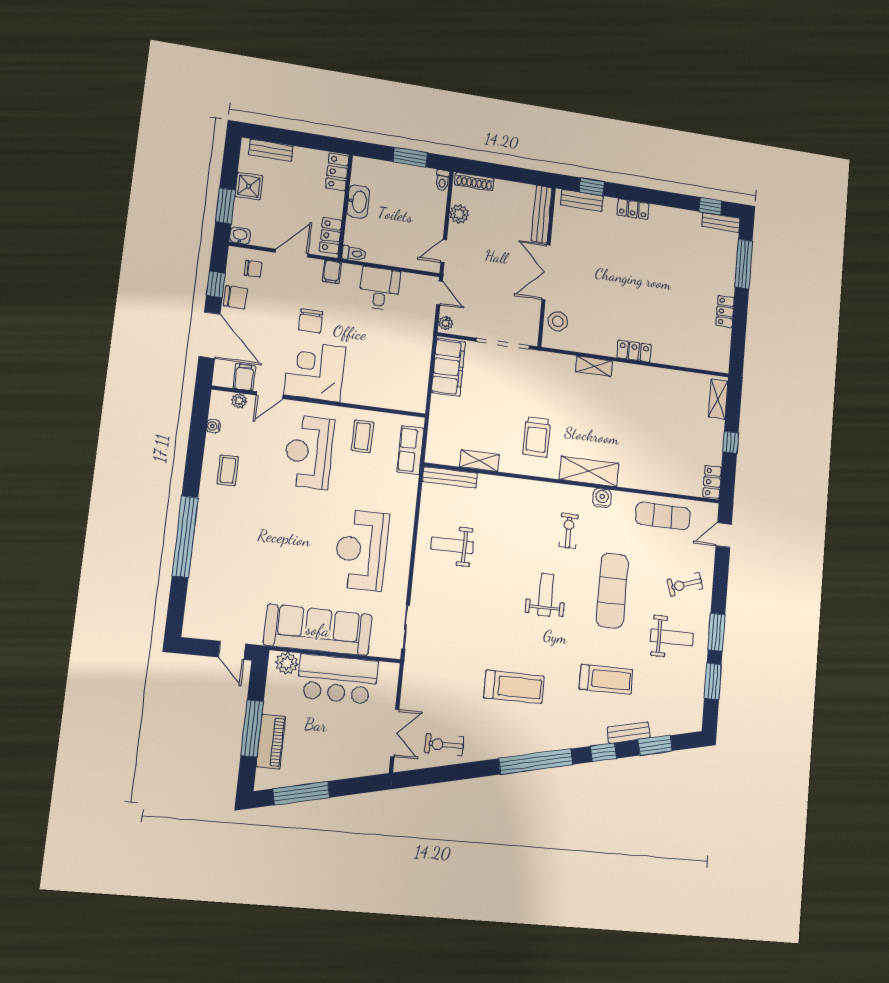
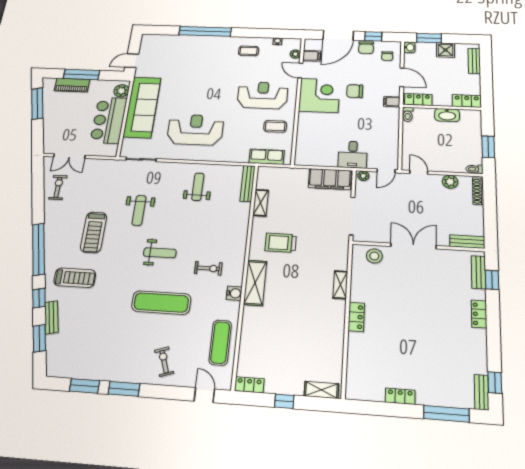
bench: (542, 214) -> (467, 242), width x0.73
desk: (380, 288) -> (353, 155), moved, turned 90
weight bench: (672, 637) -> (139, 210), moved
treadmill: (606, 679) -> (75, 278), moved, turned -90

